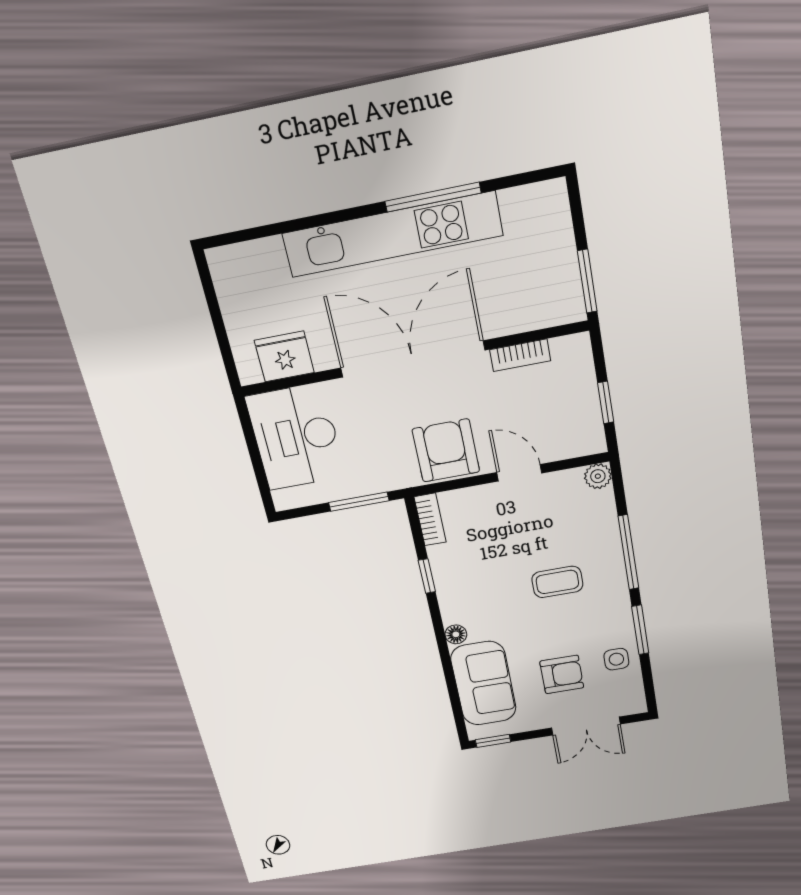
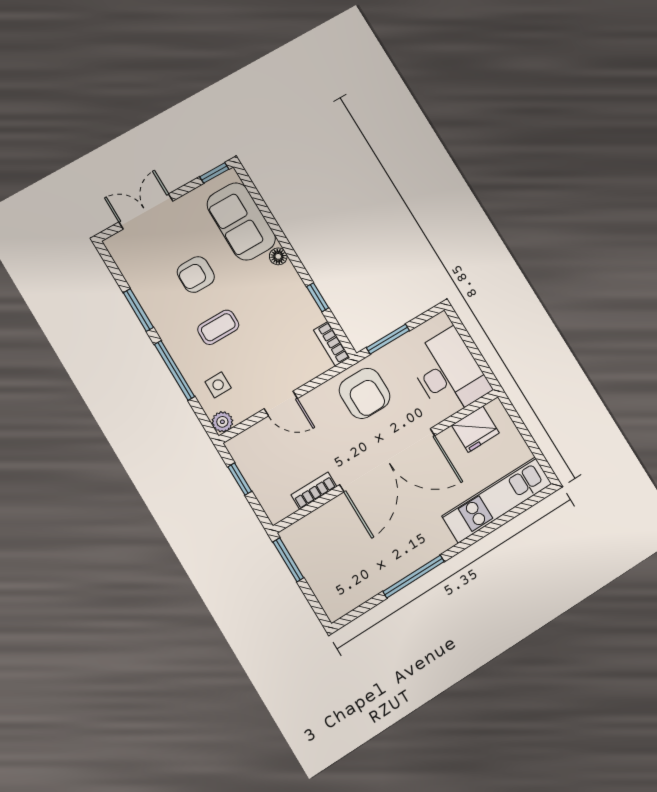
kitchen unit: (392, 235) -> (497, 500), moved, width x0.73
armchair: (446, 451) -> (365, 393), moved
side table: (616, 659) -> (218, 385), moved
armchair: (562, 674) -> (196, 274), moved

